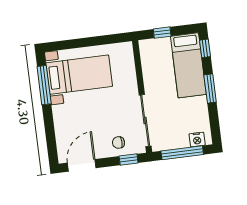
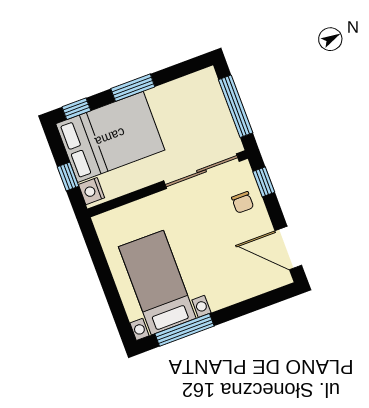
bed: (188, 65) -> (110, 137), width x1.50
nightstand: (197, 139) -> (91, 191), moved, turned 180

